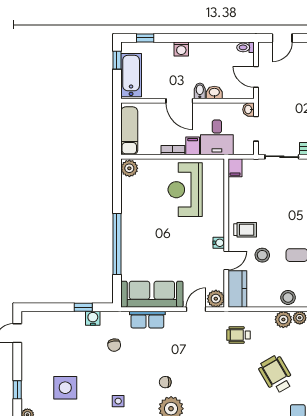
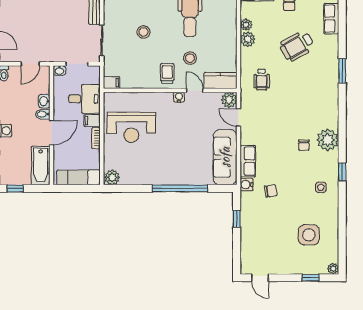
bathtub: (131, 75) -> (41, 165), moved, turned -90
stool: (288, 297) -> (143, 32), moved
water cooler: (93, 318) -> (247, 185), moved

